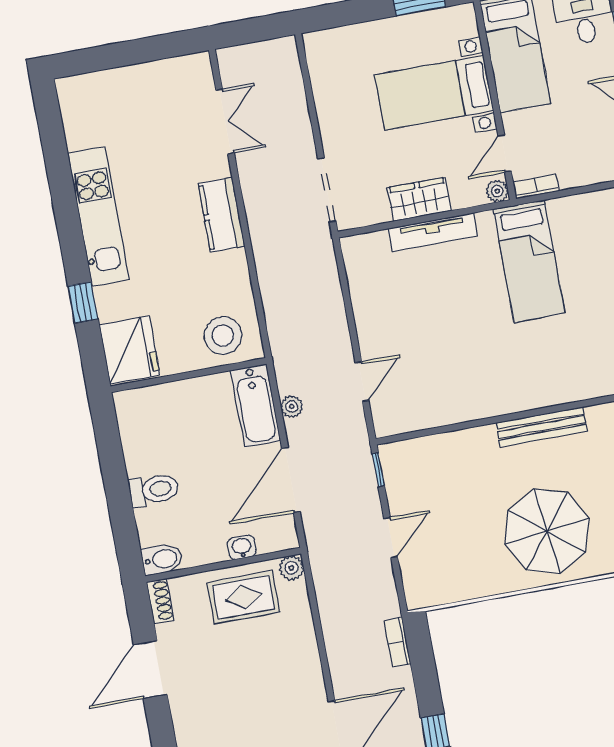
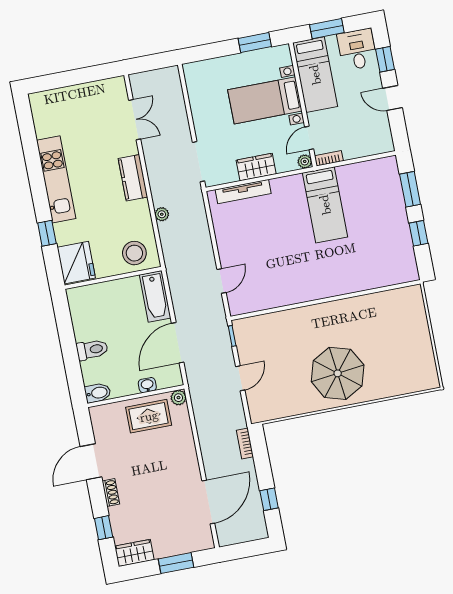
tv unit: (433, 232) -> (243, 192), moved
plant: (292, 406) -> (162, 214), moved
bench: (542, 427) -> (334, 308), removed
shoe rack: (160, 601) -> (111, 493), moved

